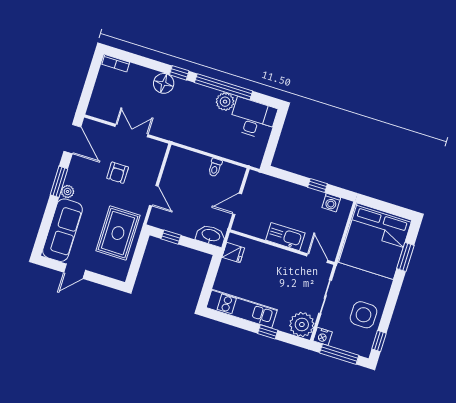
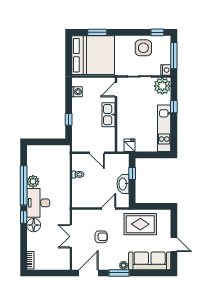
desk: (253, 118) -> (38, 203), moved
window: (318, 186) -> (69, 119), moved
washbasin: (211, 236) -> (123, 184), moved
window: (171, 237) -> (132, 173), moved

